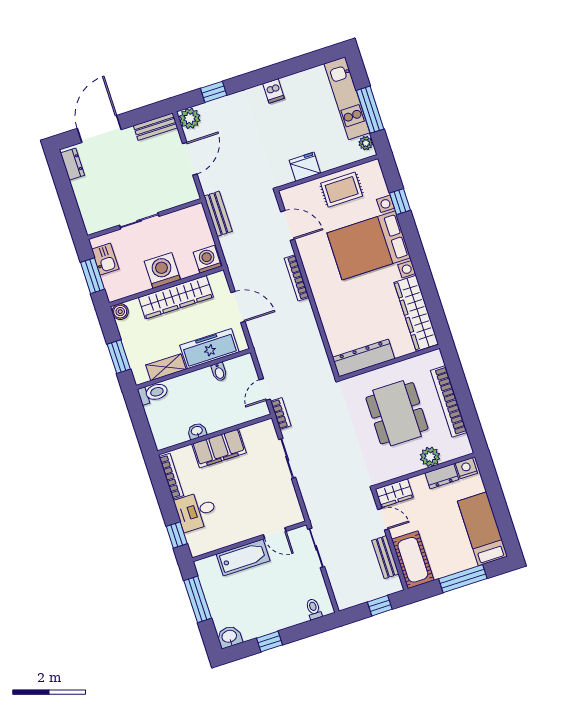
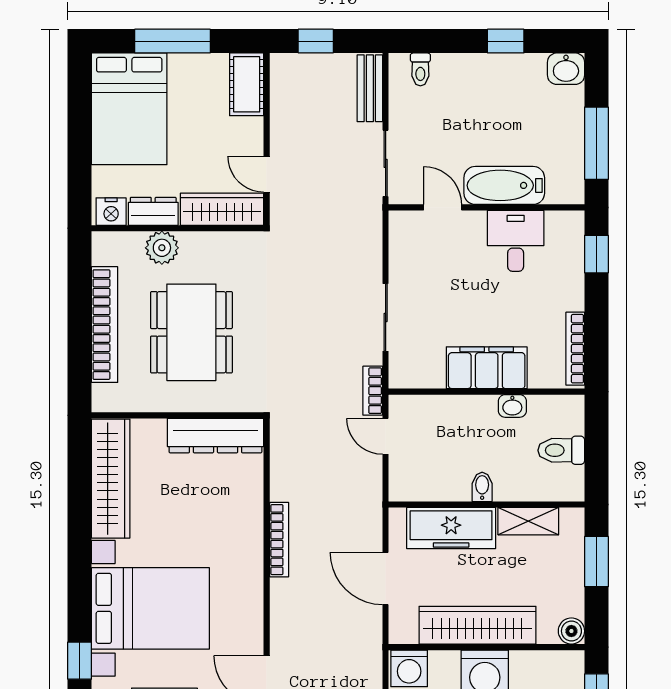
bookcase: (297, 278) -> (279, 540), moved
bidet: (219, 372) -> (482, 487), moved
door: (265, 390) -> (386, 436), swing flipped
toilet: (153, 393) -> (561, 450), moved
wardrobe: (394, 493) -> (222, 209), width x1.50
desk: (196, 511) -> (516, 241), moved, turned -90
bed: (483, 529) -> (129, 109), width x1.50
bench: (385, 557) -> (370, 88), moved
cot: (413, 560) -> (247, 84), width x0.73, depth x0.75

